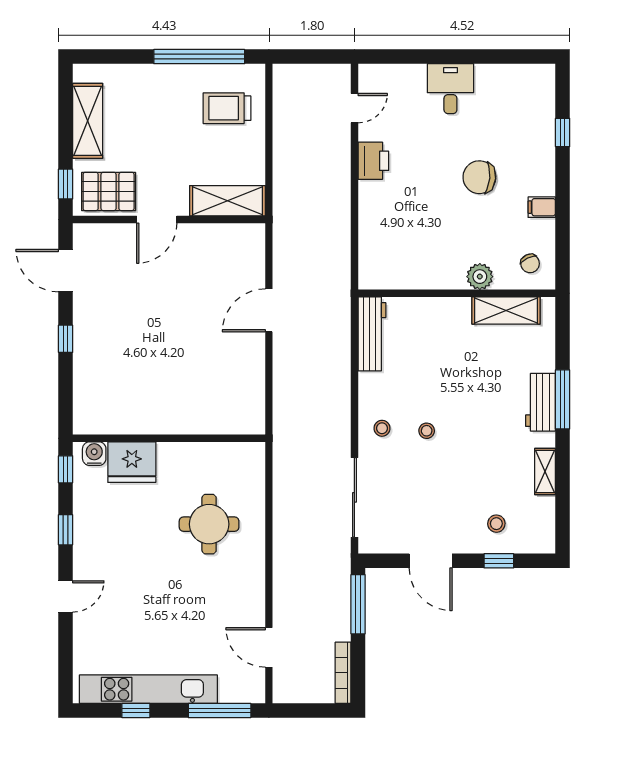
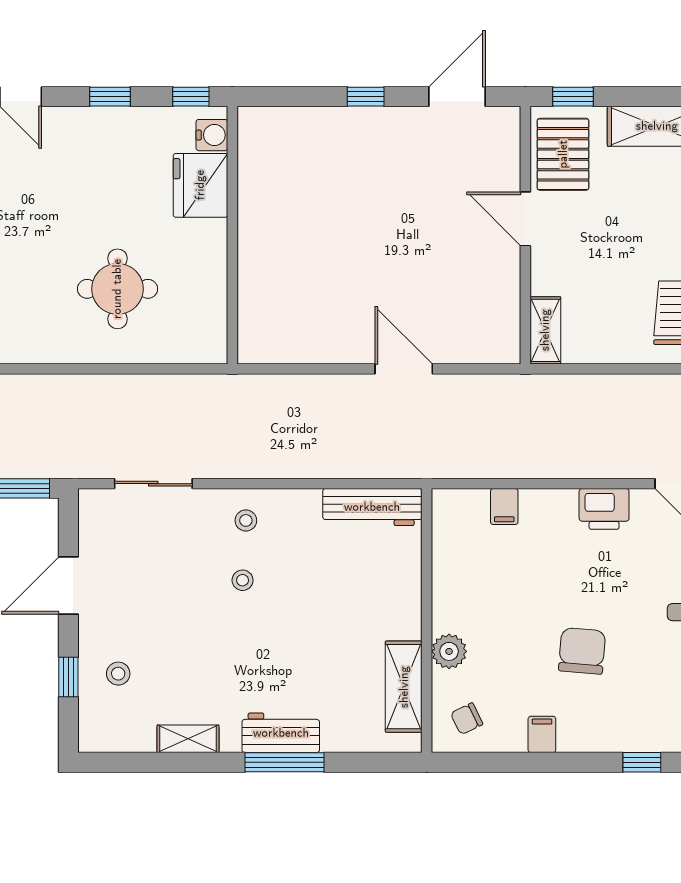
shelving: (227, 201) -> (545, 330), width x0.67, depth x0.75
filing cabinet: (372, 235) -> (504, 507), added
sliding door: (354, 497) -> (153, 484), width x0.73

